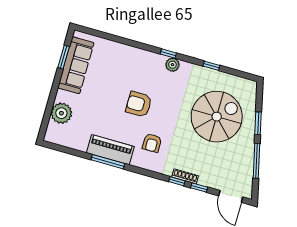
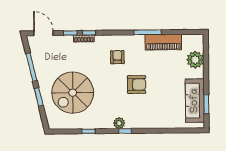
piano: (110, 150) -> (163, 42), moved

